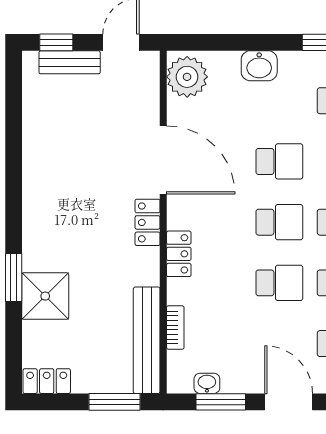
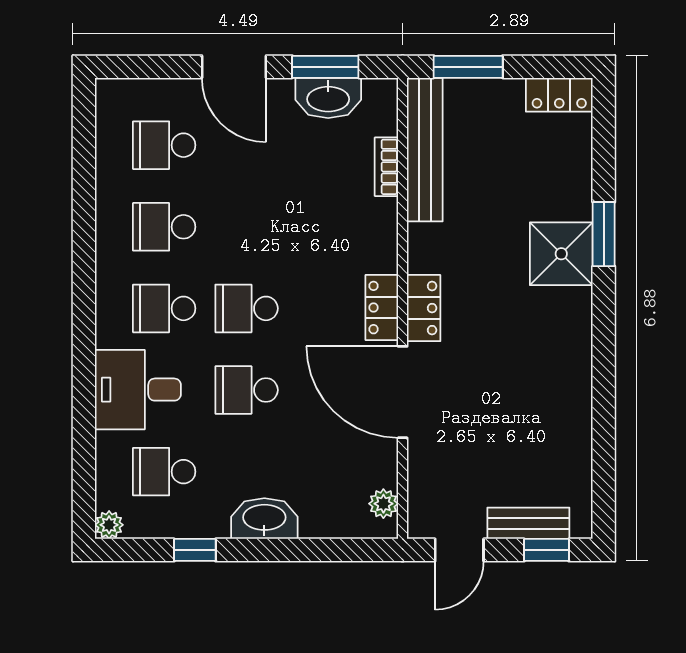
washbasin: (259, 66) -> (264, 519), width x1.38
plant: (187, 77) -> (383, 504), width x0.53, depth x0.53
locker: (179, 254) -> (382, 308), moved
school desk: (279, 283) -> (247, 227), removed
shower: (45, 296) -> (561, 254), moved
washbasin: (207, 383) -> (328, 98), width x1.91, depth x1.45

